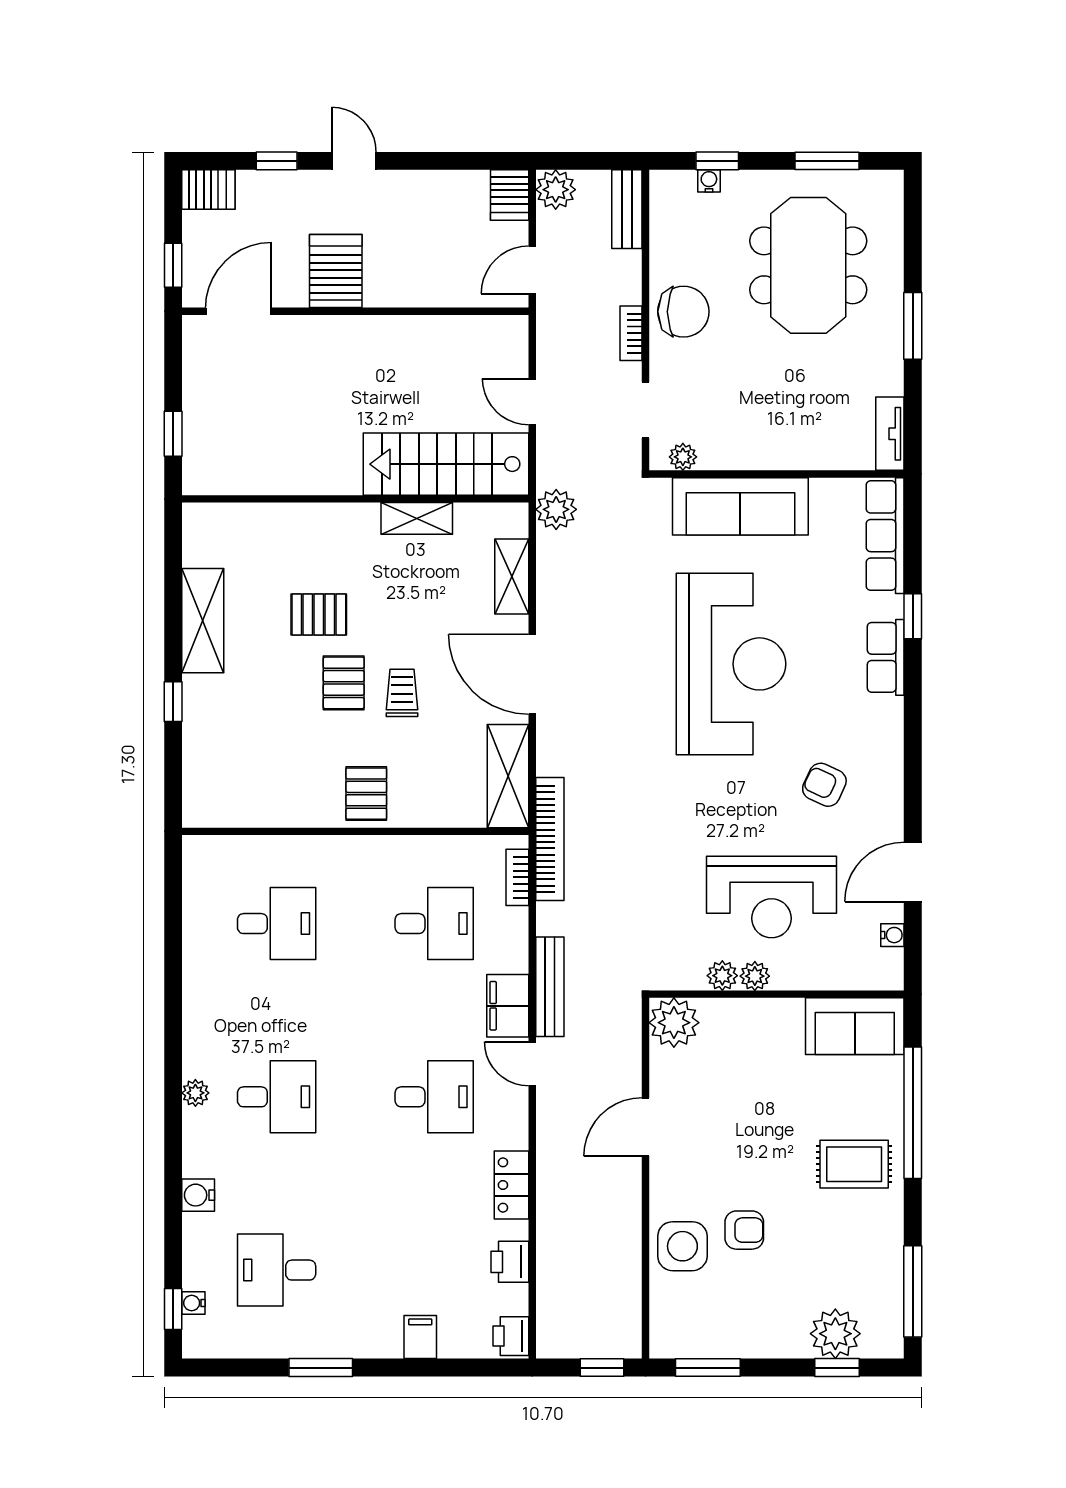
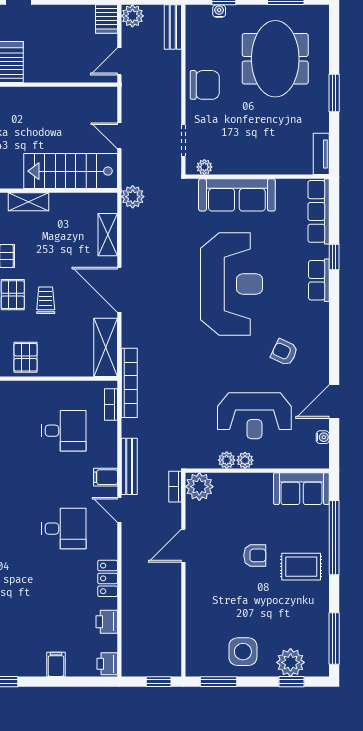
bookcase: (631, 333) -> (175, 487), moved
shelving: (417, 518) -> (28, 202), moved
filing cabinet: (508, 1006) -> (105, 477), width x0.50
armchair: (744, 1230) -> (255, 555), moved
side table: (682, 1246) -> (243, 652), moved

